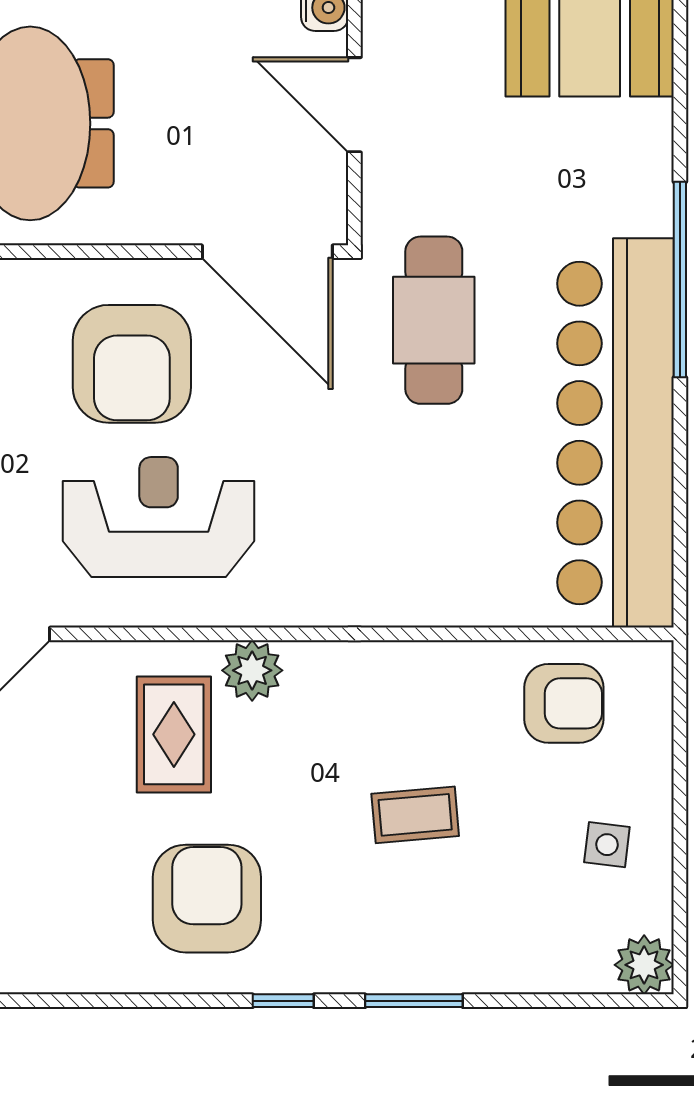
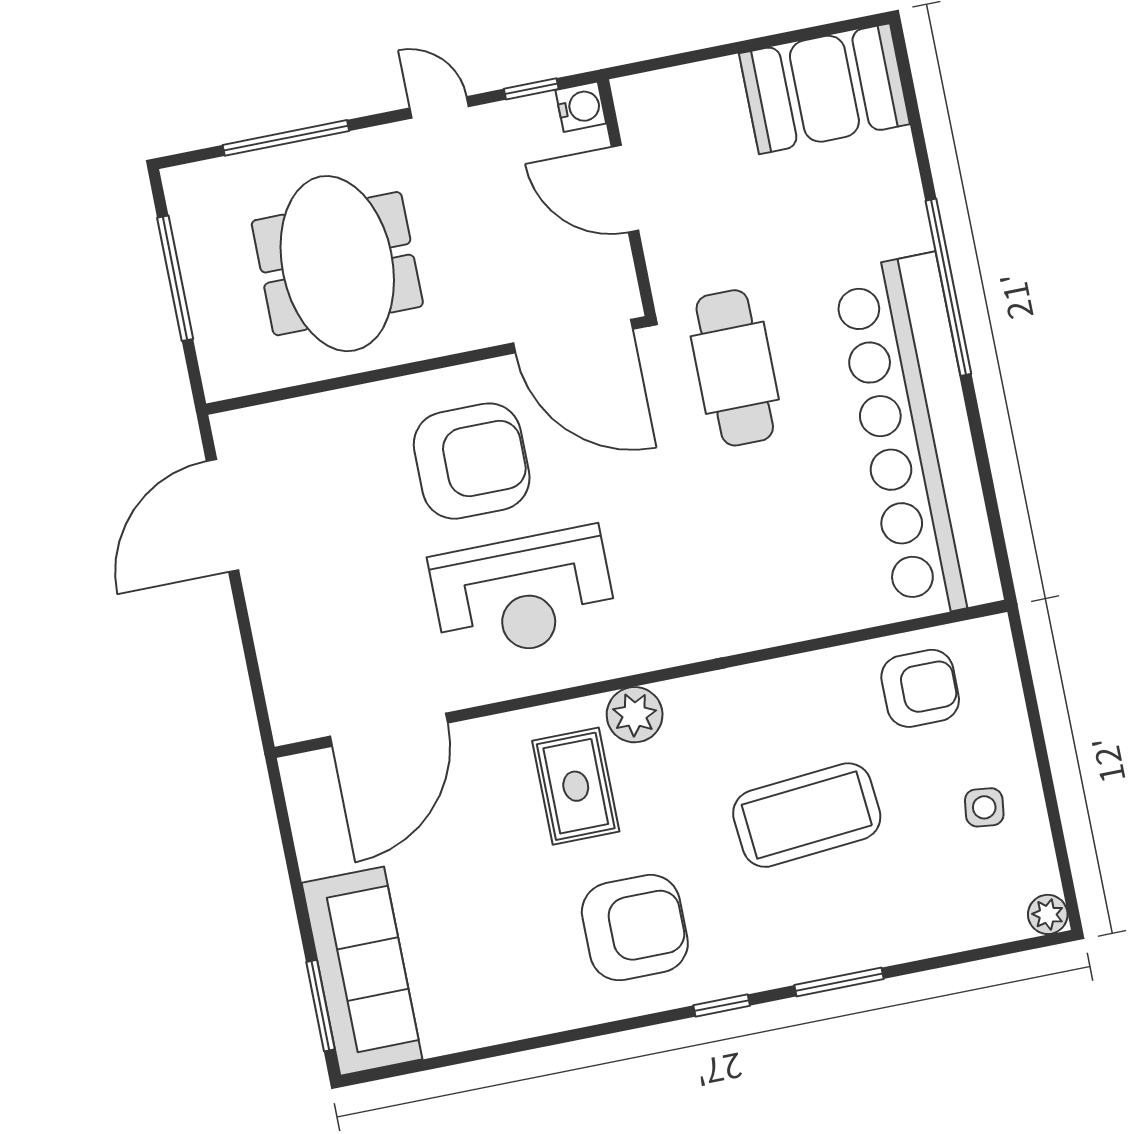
armchair: (132, 364) -> (472, 461), turned -90
reception desk: (159, 517) -> (523, 594), turned 180
coffee table: (415, 815) -> (807, 815), width x1.86, depth x1.72
armchair: (207, 899) -> (635, 928), turned 90
plant: (644, 965) -> (1048, 914), width x0.73, depth x0.73

